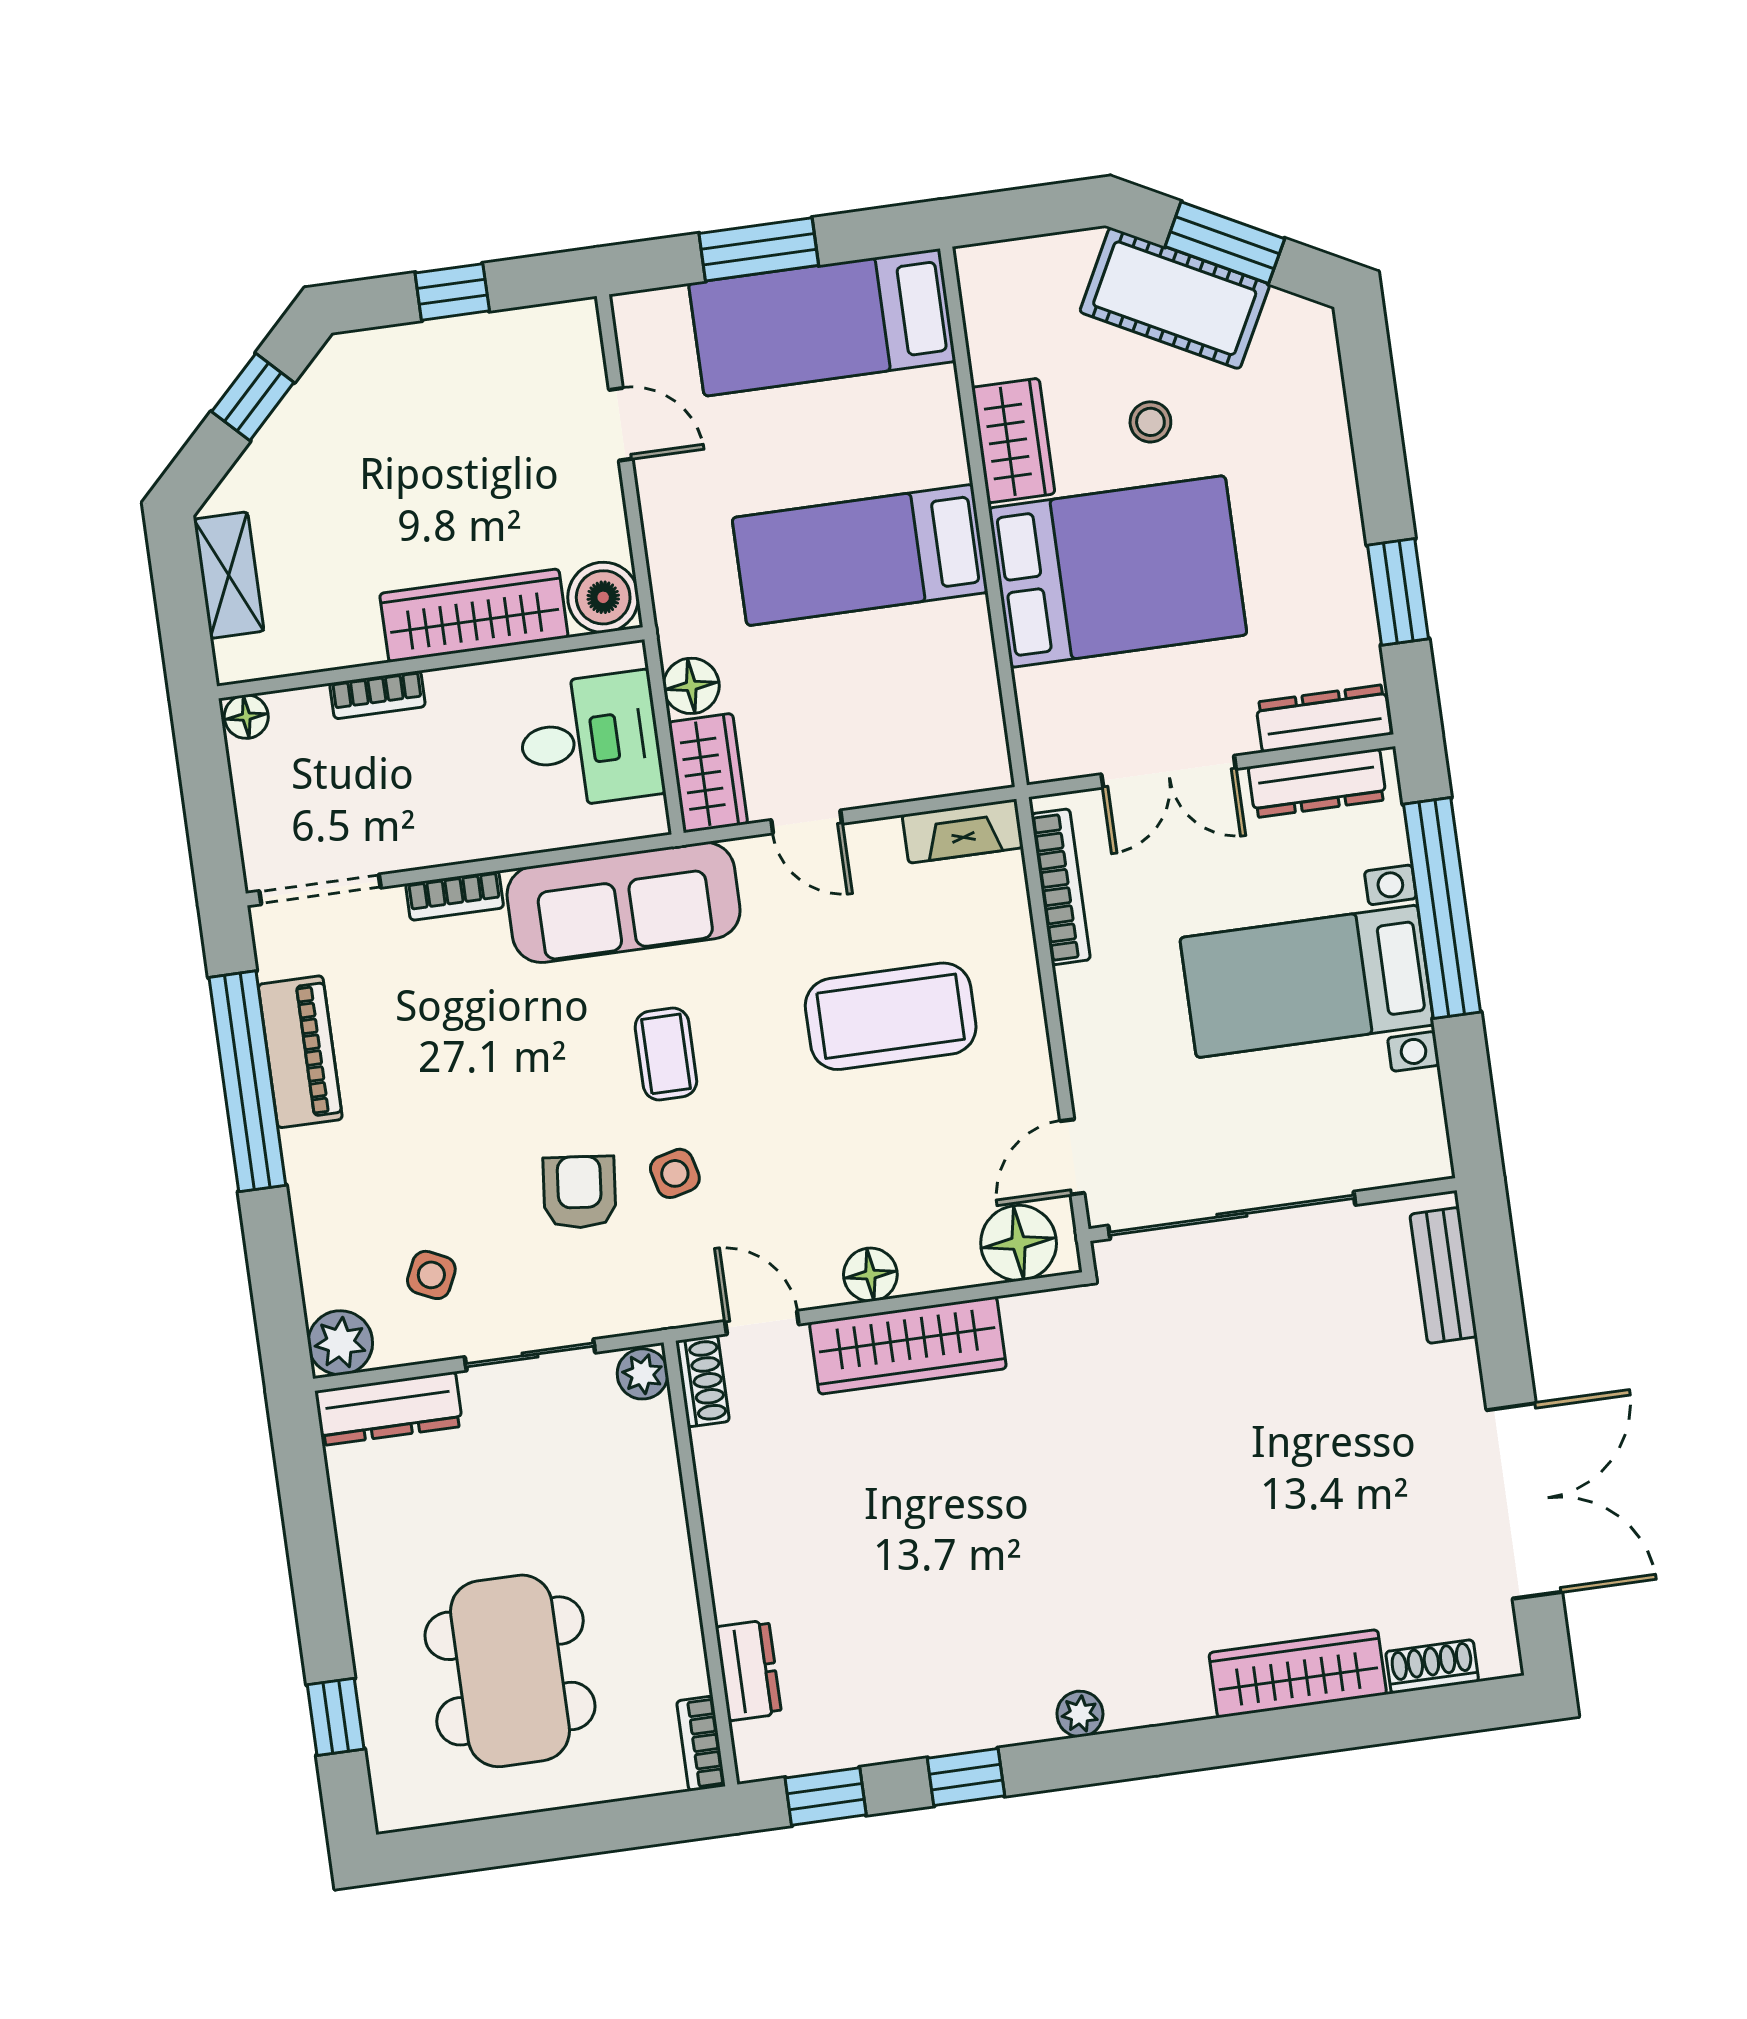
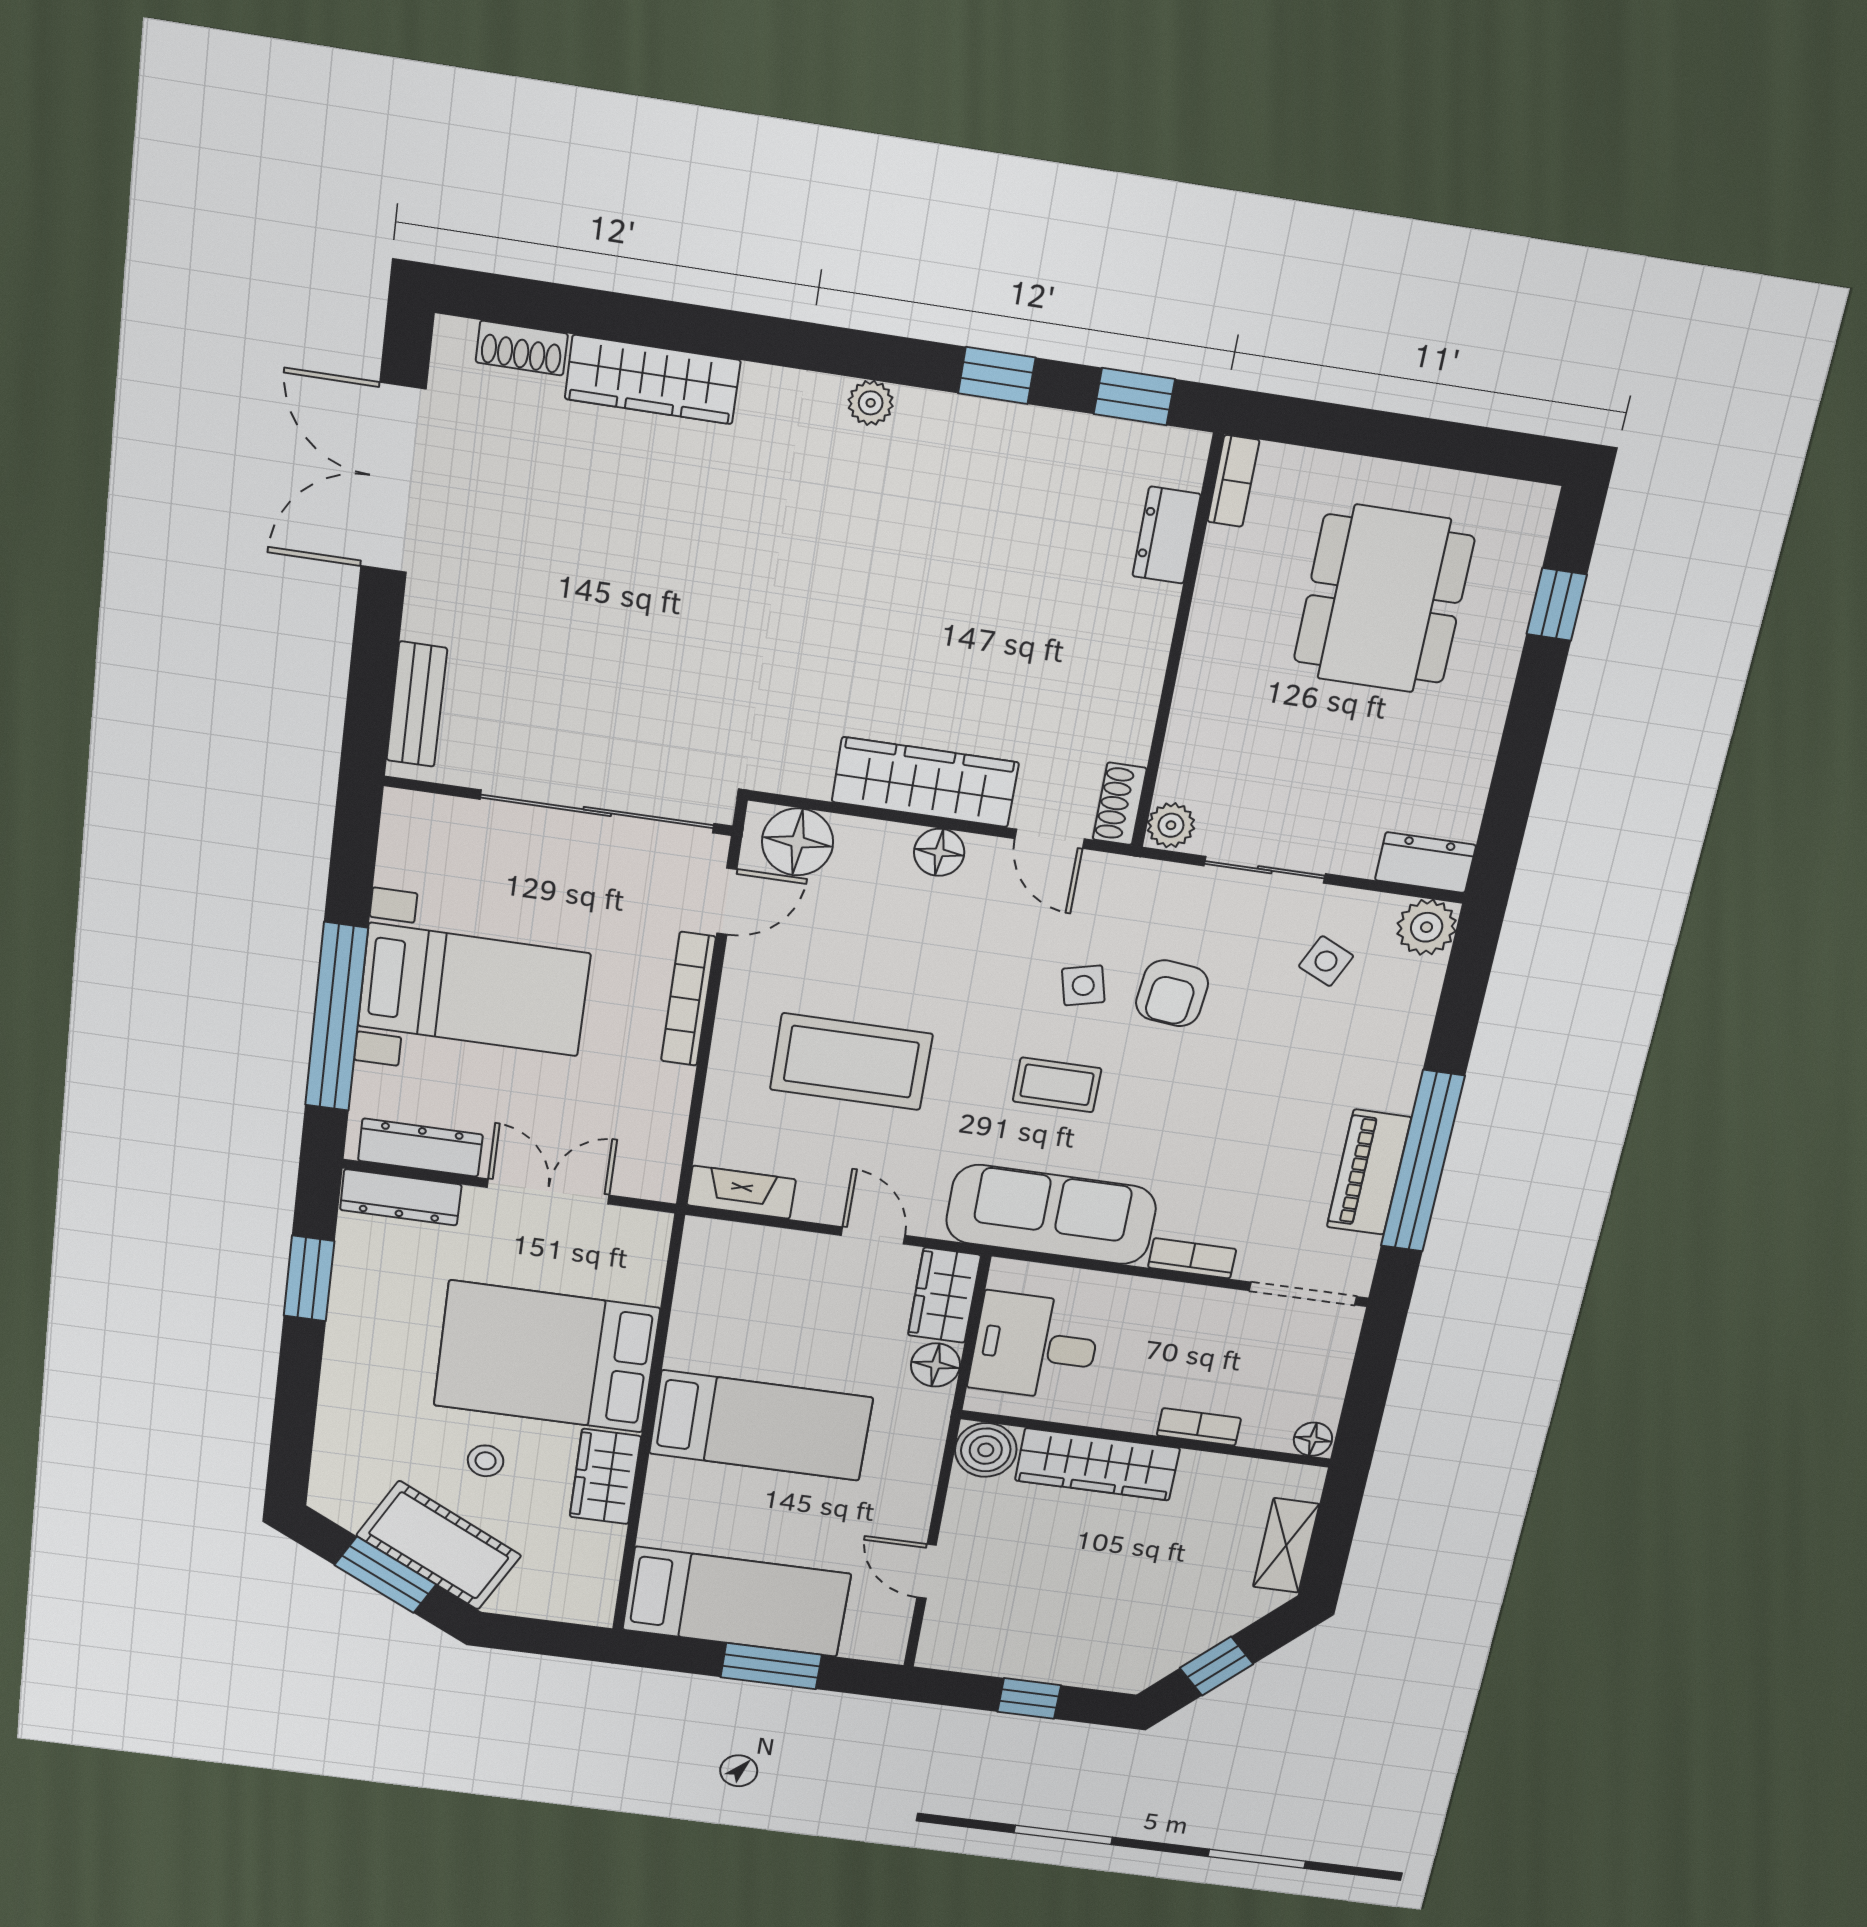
bookcase: (1061, 887) -> (688, 999), moved
coffee table: (666, 1054) -> (1057, 1085), turned 90
dresser: (389, 1409) -> (1425, 863), width x0.70

